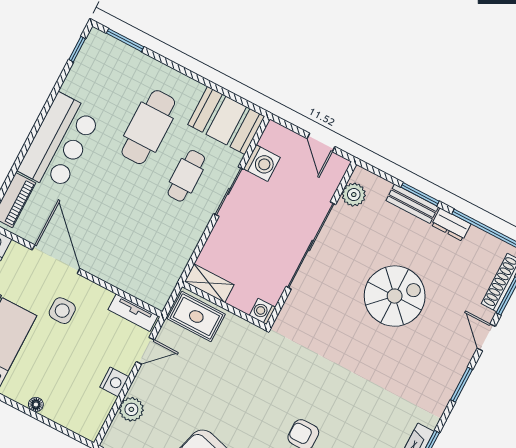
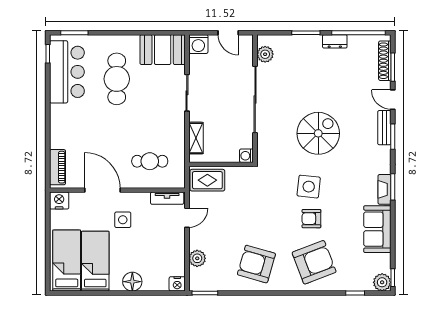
bar counter: (59, 143) -> (67, 72), moved
washing machine: (262, 163) -> (198, 44), moved, turned 90
cafe table: (186, 176) -> (150, 161), moved, turned 90
bench: (412, 204) -> (384, 128), moved, turned 90
shelving: (209, 283) -> (196, 138), moved, turned 90
spiral stairs: (395, 296) -> (318, 133), moved
nightstand: (114, 382) -> (177, 284), moved, turned 90
side table: (321, 392) -> (309, 187), added
floor lamp: (36, 405) -> (132, 282), width x1.89, depth x1.89

